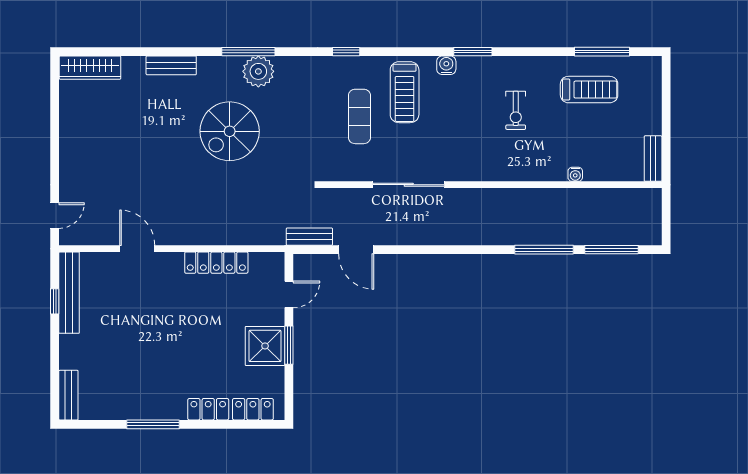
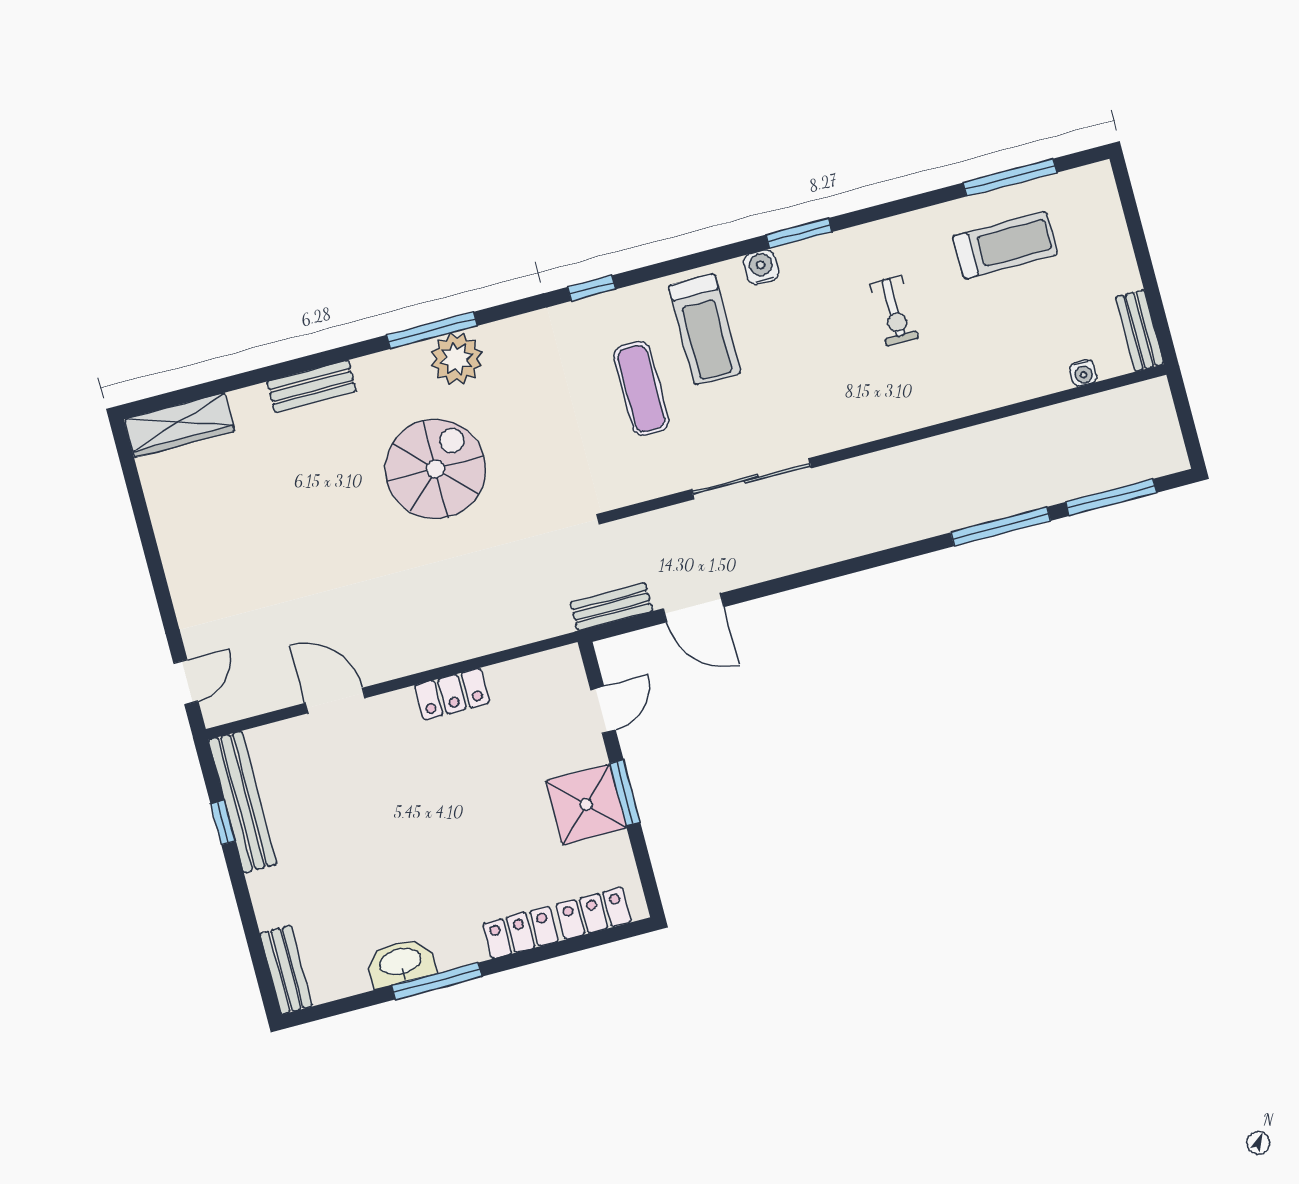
spiral stairs: (230, 131) -> (435, 469), turned 180
water cooler: (575, 174) -> (1083, 373), moved
locker: (216, 263) -> (452, 694), width x0.66
washbasin: (135, 408) -> (401, 963), added

